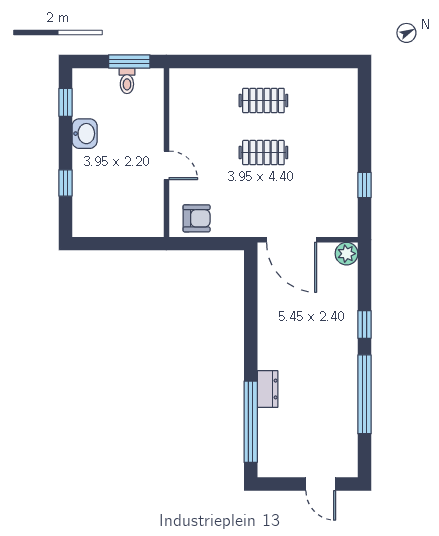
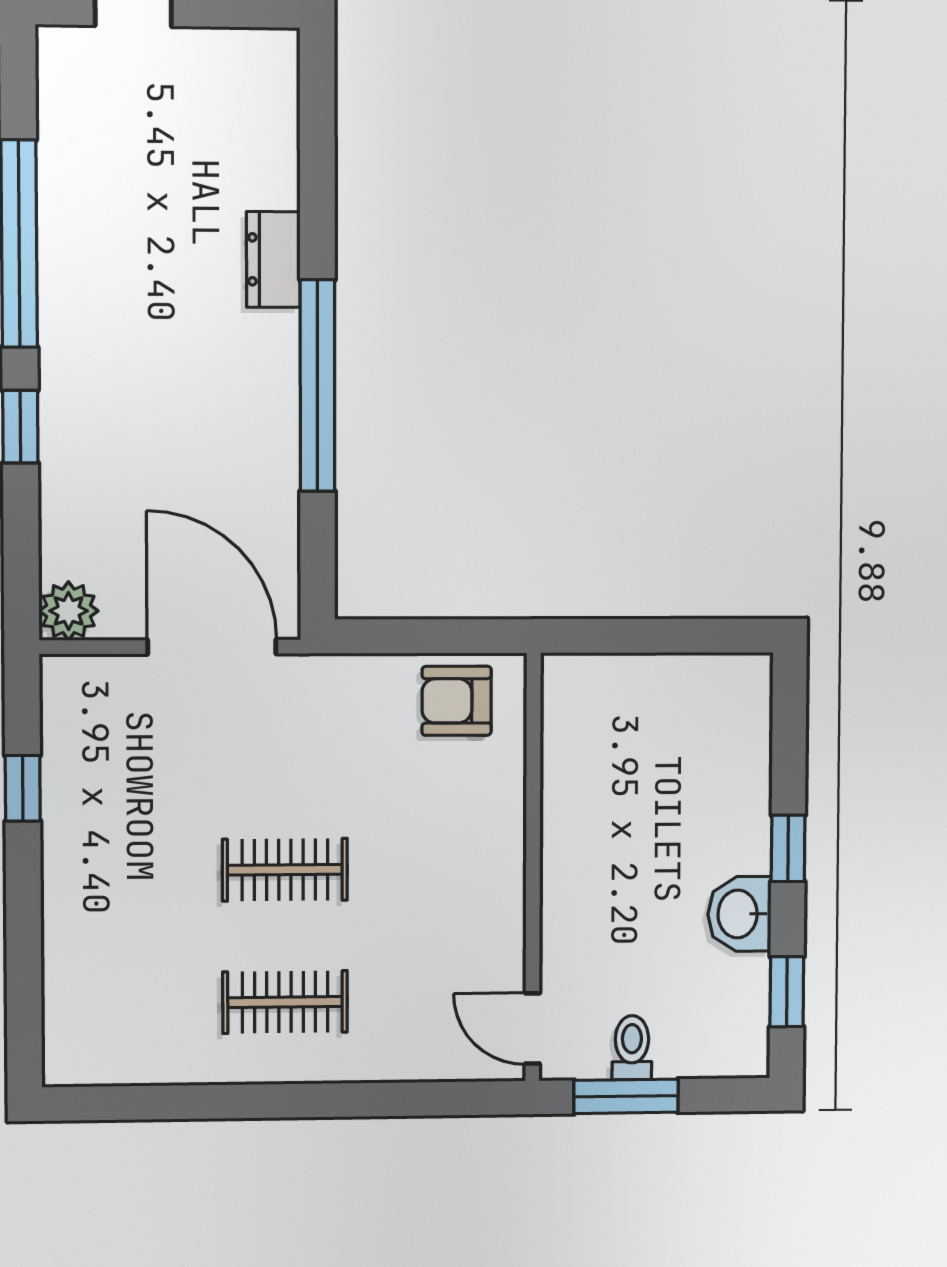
door: (166, 165) -> (532, 1028), moved
window: (65, 183) -> (788, 848), moved
window: (251, 422) -> (317, 386), moved

